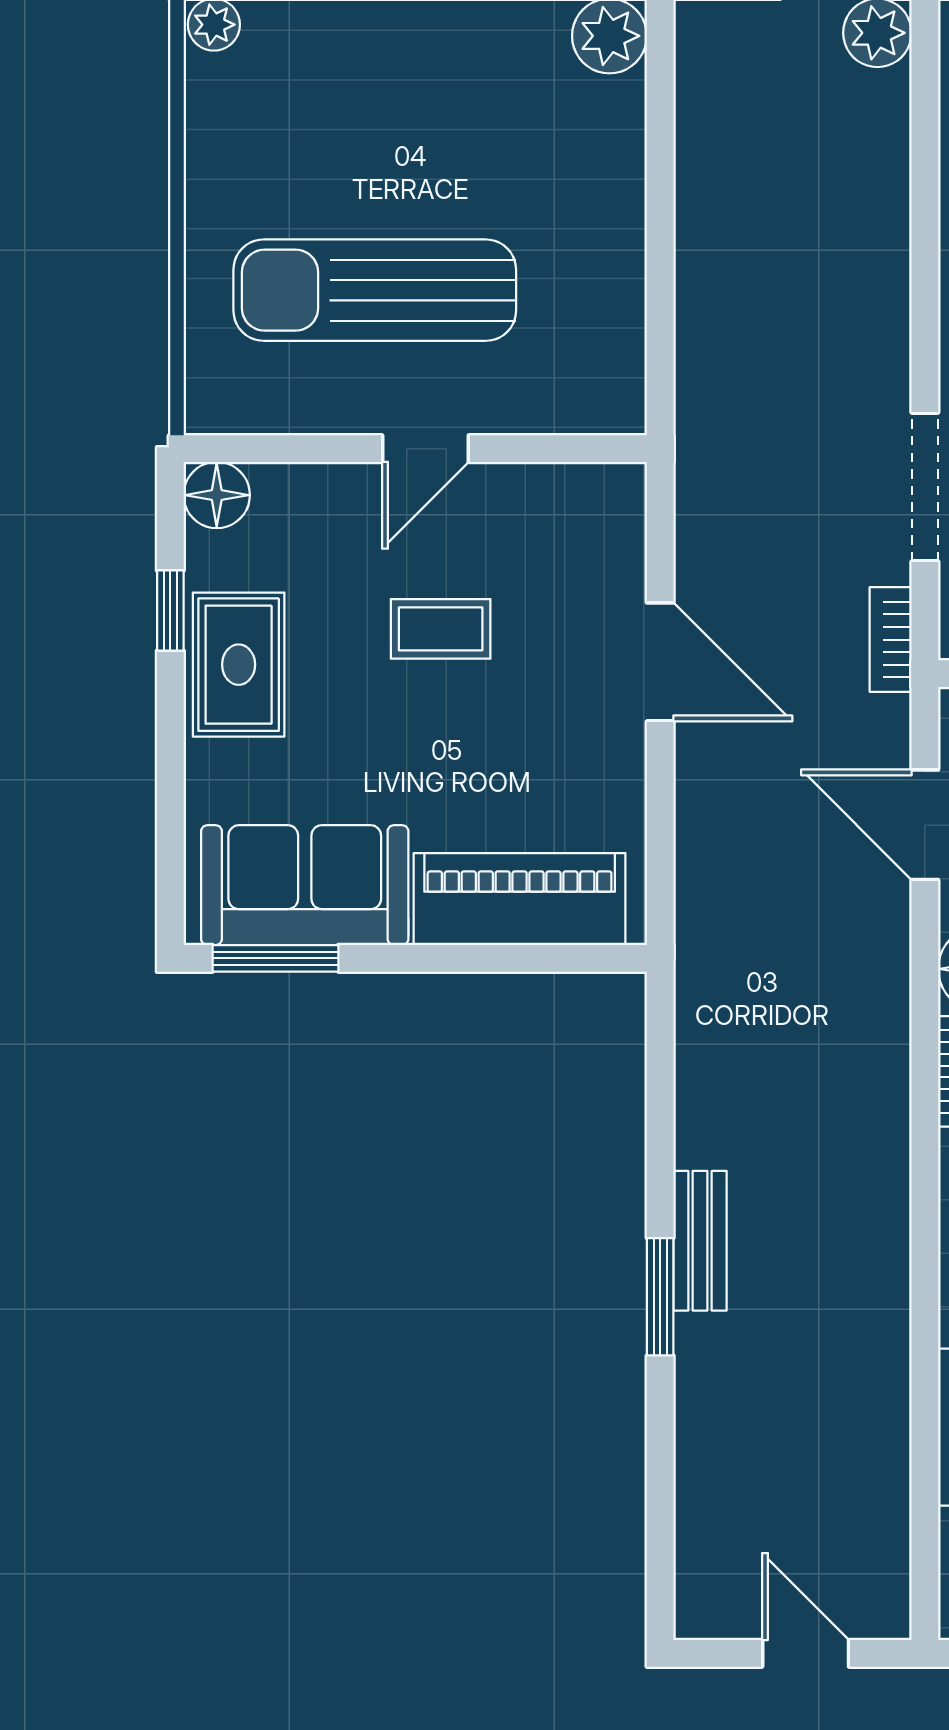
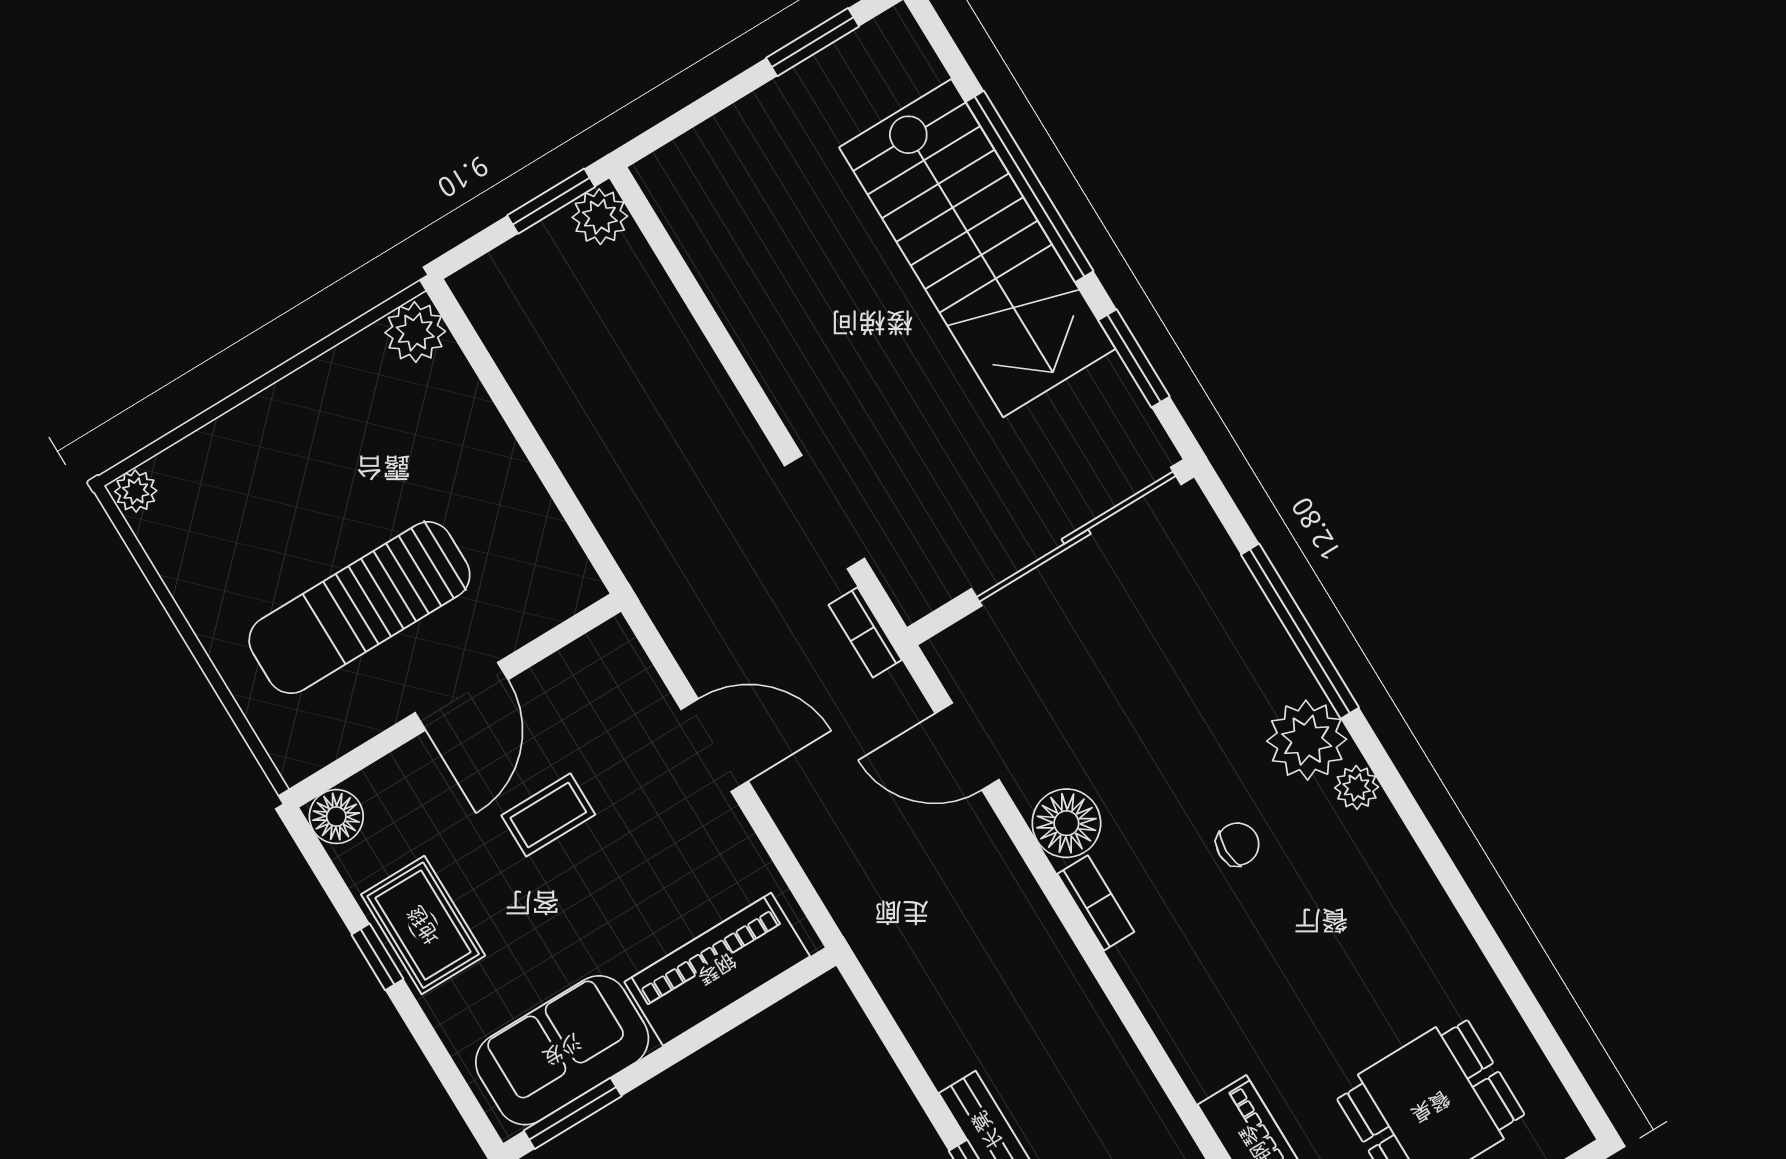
door: (425, 449) -> (462, 696), width x1.38
window: (170, 611) -> (377, 957), moved

